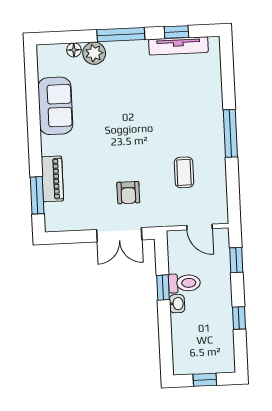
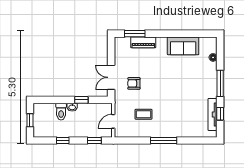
plant: (94, 53) -> (211, 68), removed
toilet: (184, 283) -> (61, 112), moved

